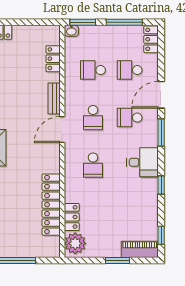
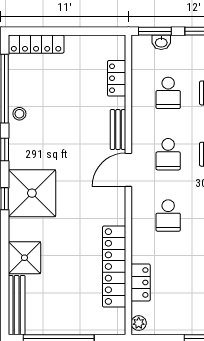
washbasin: (71, 31) -> (161, 42), moved
school desk: (93, 70) -> (168, 93), turned -90
plant: (75, 243) -> (139, 323), width x0.53, depth x0.53

